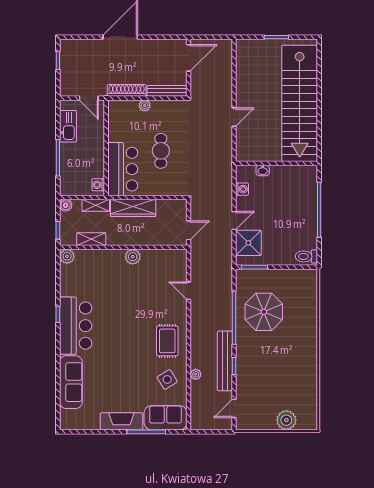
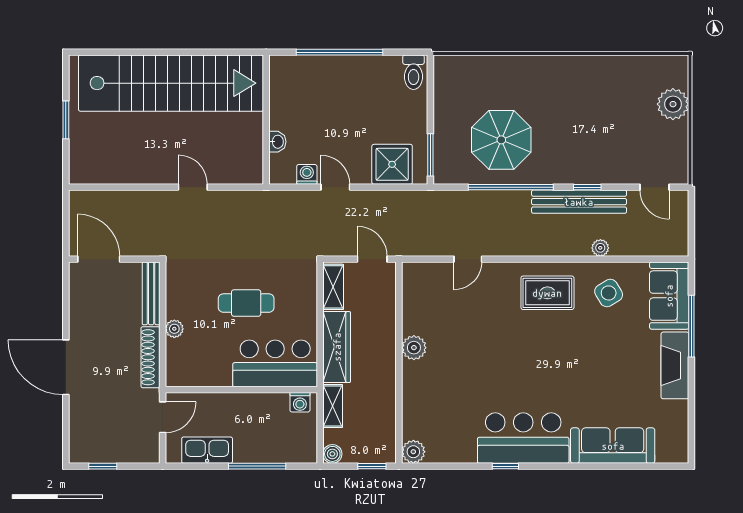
door: (234, 220) -> (335, 187), moved
shelving: (91, 239) -> (333, 287), moved

